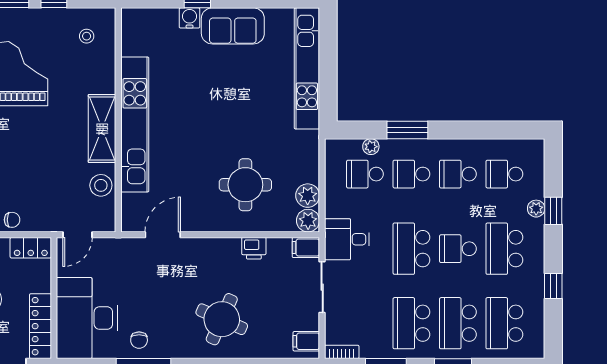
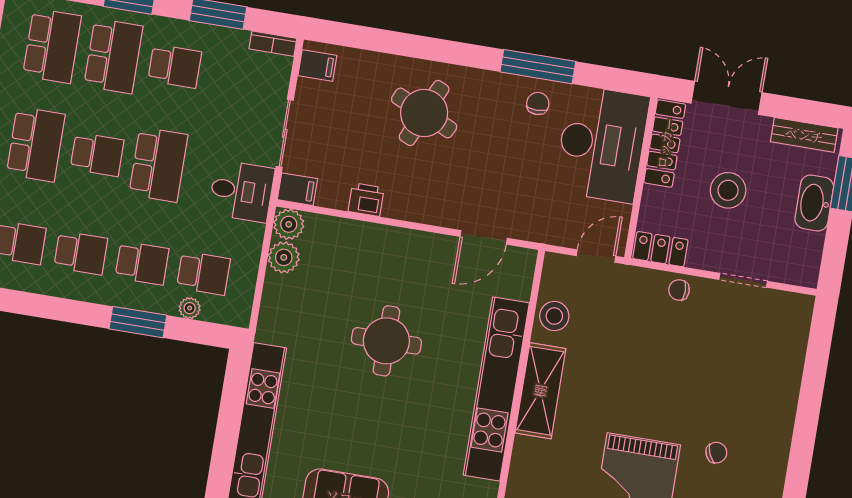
round table: (245, 185) -> (386, 341), moved
school desk: (411, 323) -> (175, 66), width x0.54

